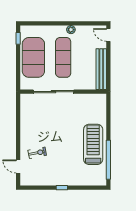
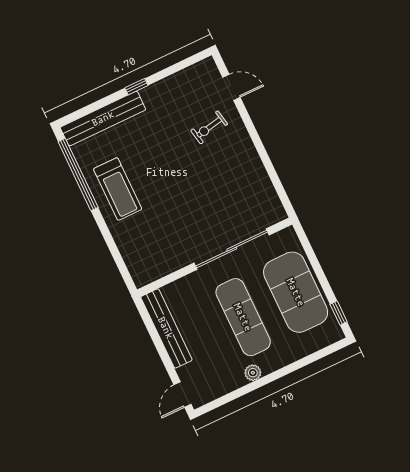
door: (108, 35) -> (183, 395), swing flipped
treadmill: (93, 144) -> (118, 189), width x0.73, depth x0.73
bench: (84, 180) -> (103, 118), added

